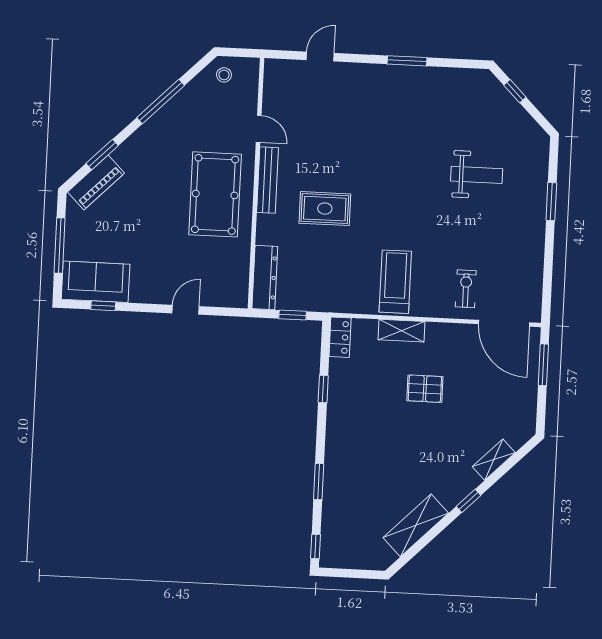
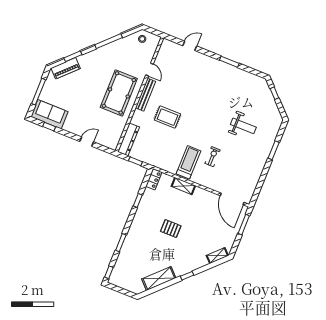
exercise bike: (466, 289) -> (213, 157), moved
pallet: (425, 389) -> (171, 229), moved
shelving: (494, 460) -> (217, 256), moved

